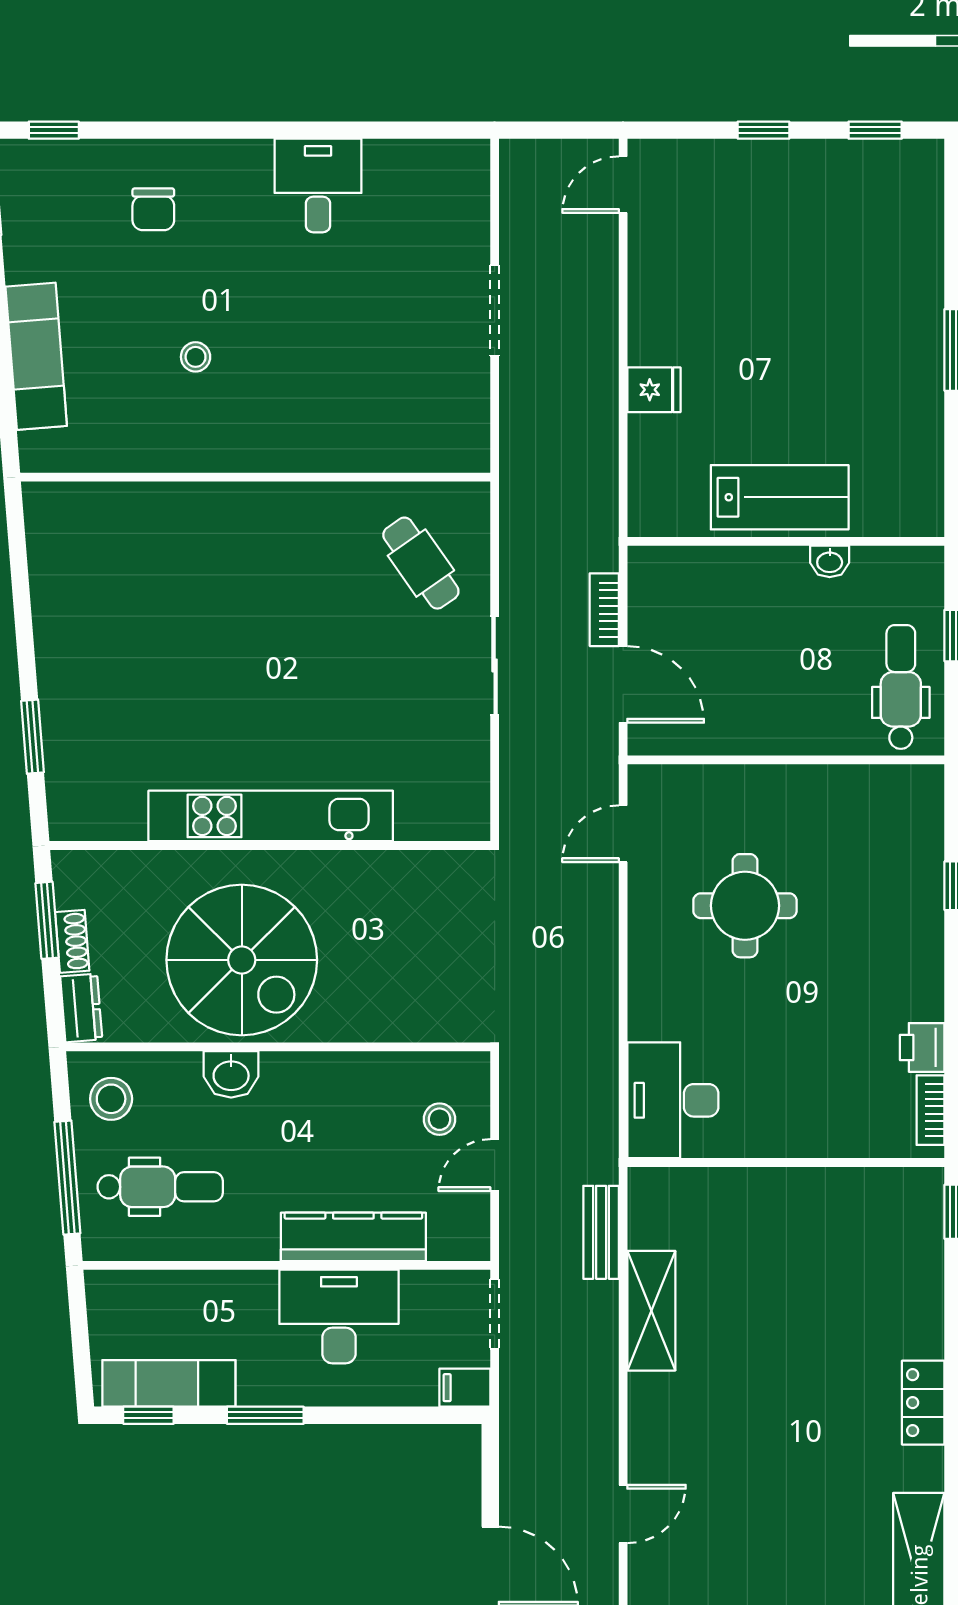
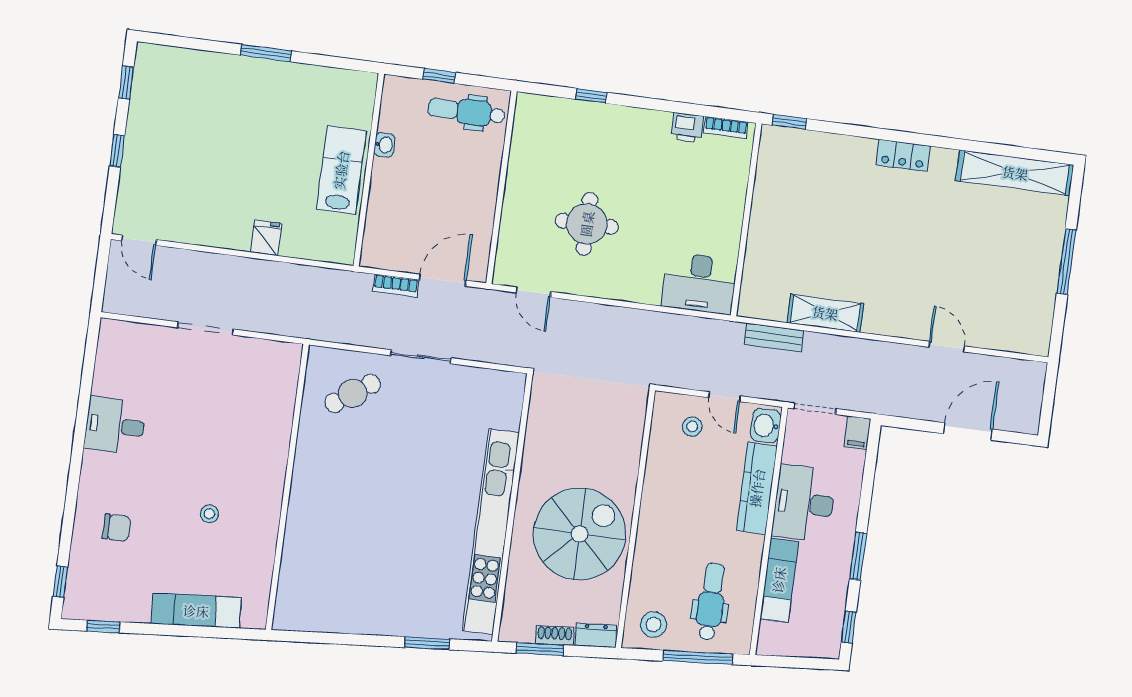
kitchen unit: (271, 816) -> (491, 532), width x1.36
washbasin: (231, 1074) -> (766, 426), moved, turned 180
exam couch: (169, 1383) -> (779, 580), moved, turned 180

